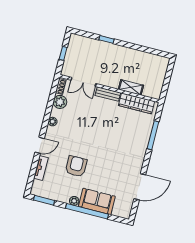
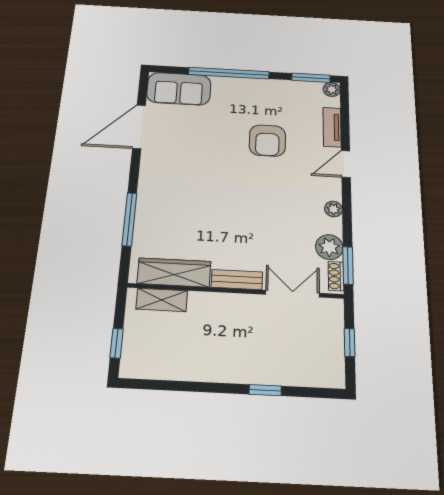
window: (168, 74) -> (117, 343), added
shelving: (131, 87) -> (162, 300), moved
window: (54, 91) -> (348, 265), added
plant: (74, 201) -> (332, 89), moved
sofa: (97, 201) -> (179, 89), moved

